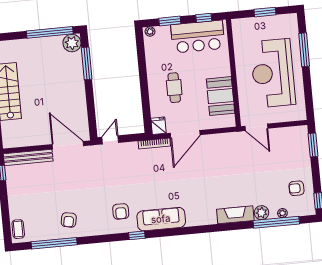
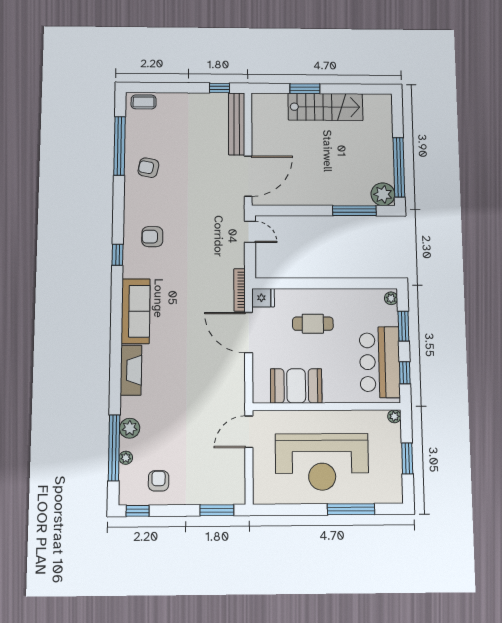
plant: (236, 23) -> (394, 416), added
reception desk: (273, 73) -> (322, 462), turned 180
fireplace: (235, 215) -> (131, 370), moved
sofa: (161, 219) -> (136, 311), moved

